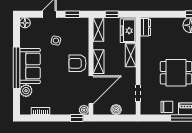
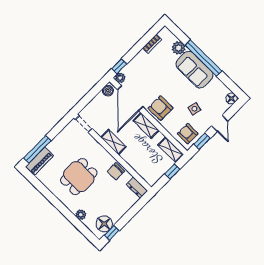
armchair: (77, 29) -> (188, 134), added
freezer: (128, 31) -> (147, 172), removed
shelving: (131, 55) -> (113, 142), moved
armchair: (77, 63) -> (161, 108), turned -90
doorway: (138, 93) -> (84, 124), moved
chair: (167, 107) -> (116, 171), moved
boiler: (116, 110) -> (108, 91), moved

